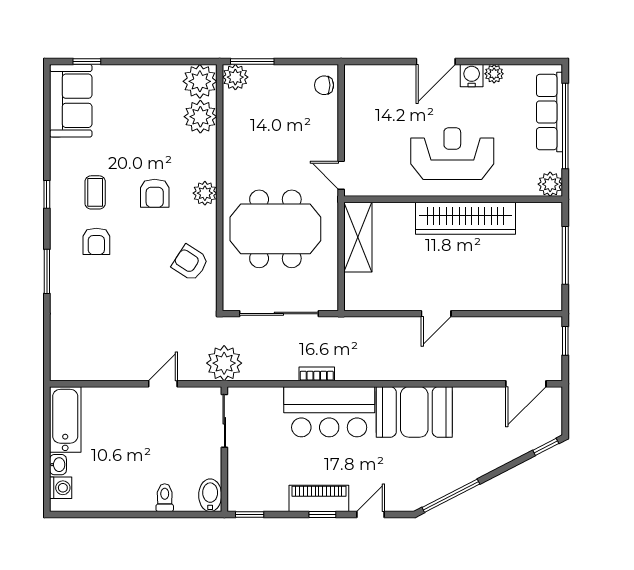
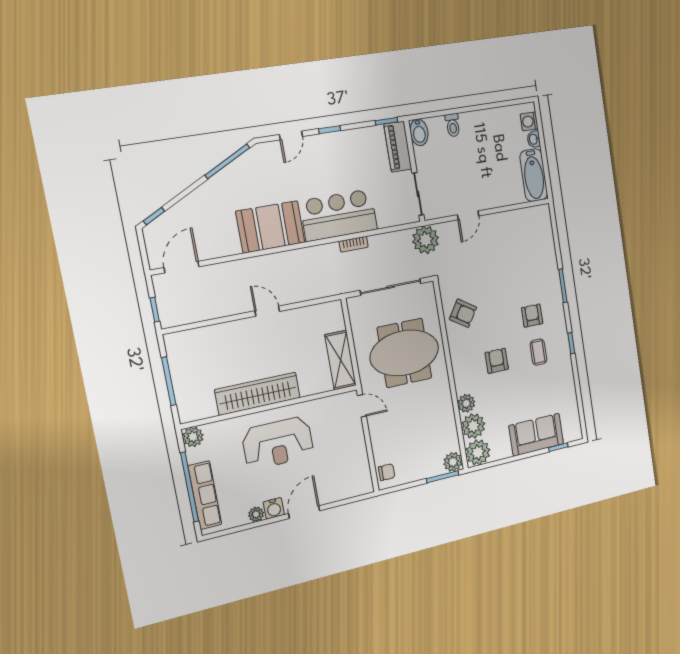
sofa: (71, 101) -> (536, 435), moved, turned 90
plant: (205, 193) -> (466, 403), moved
door: (436, 314) -> (267, 311), hinge flipped
piano: (319, 498) -> (398, 147), moved, turned 90

